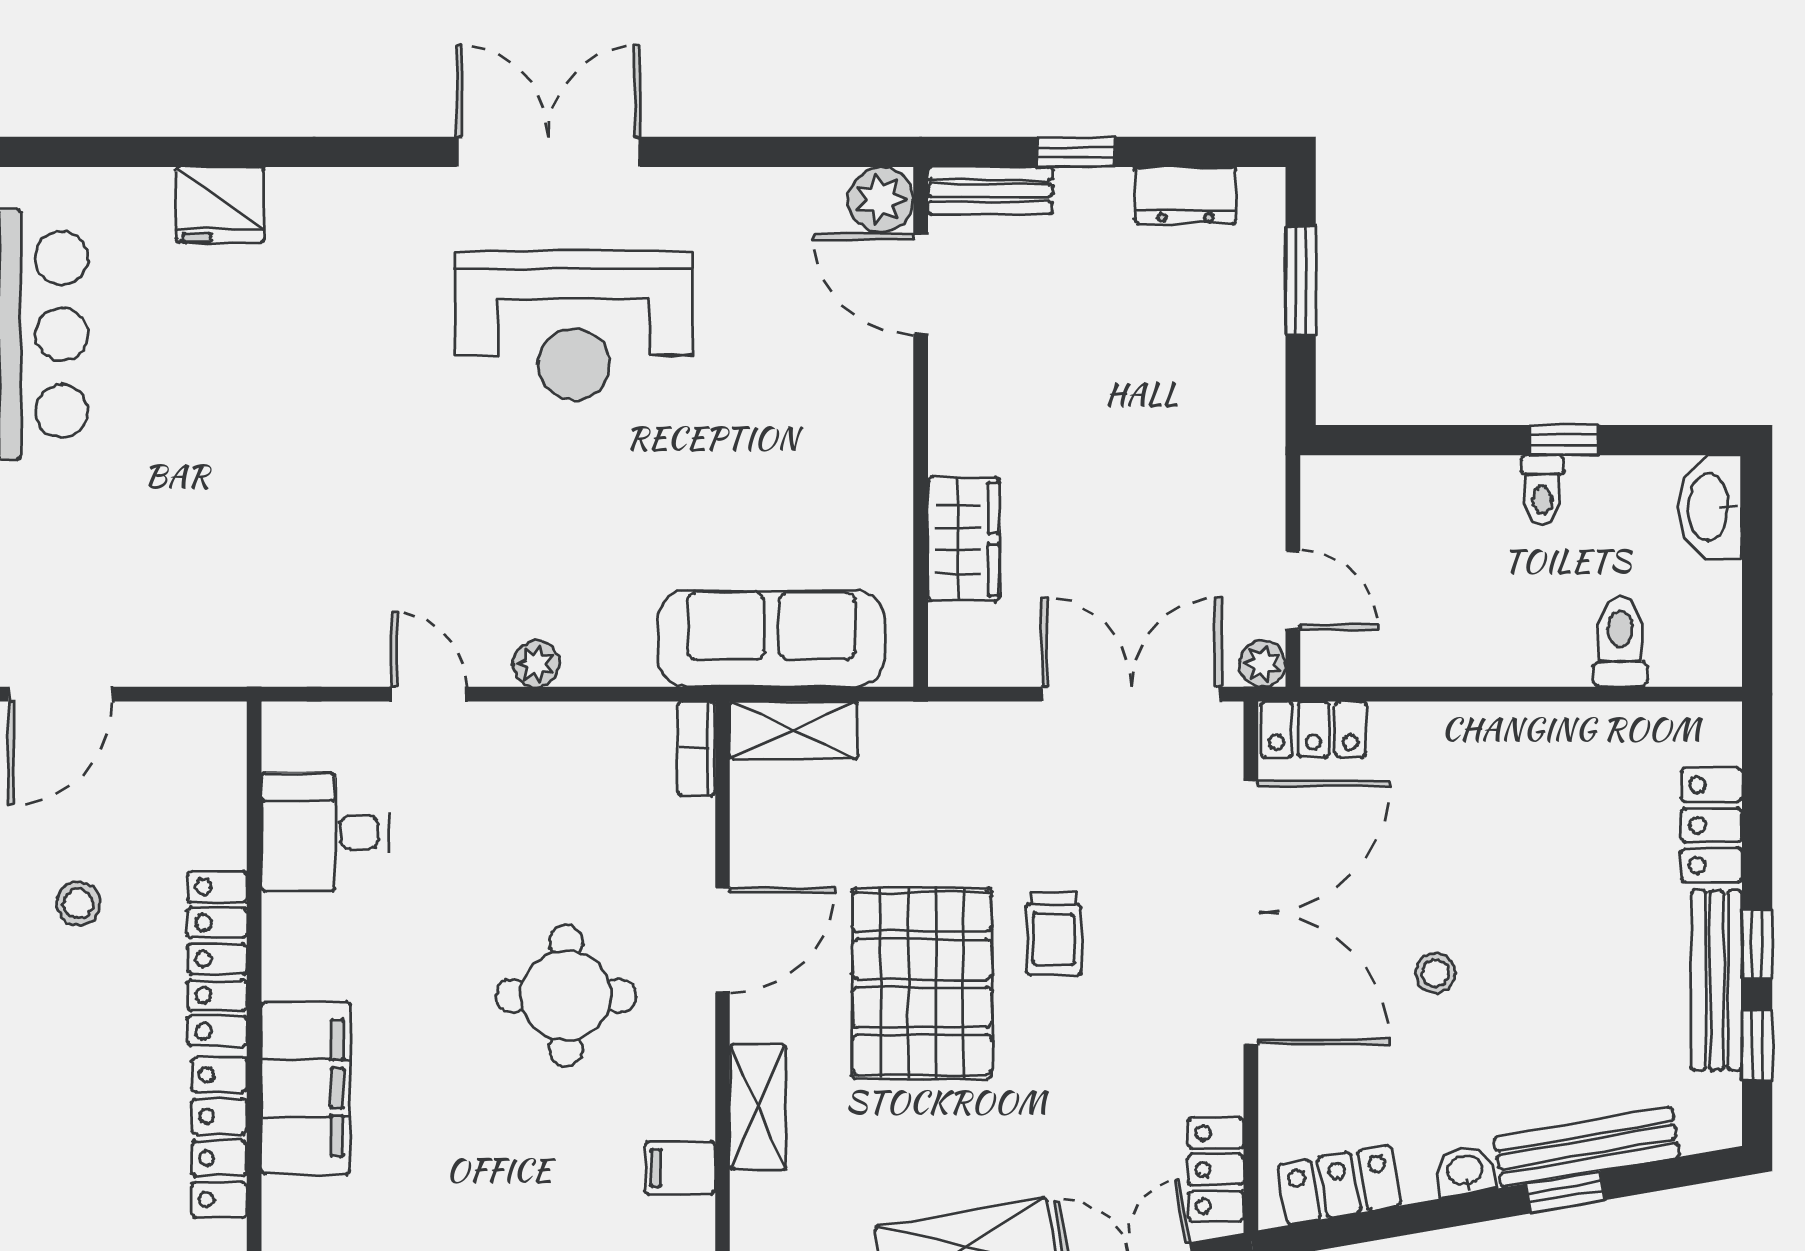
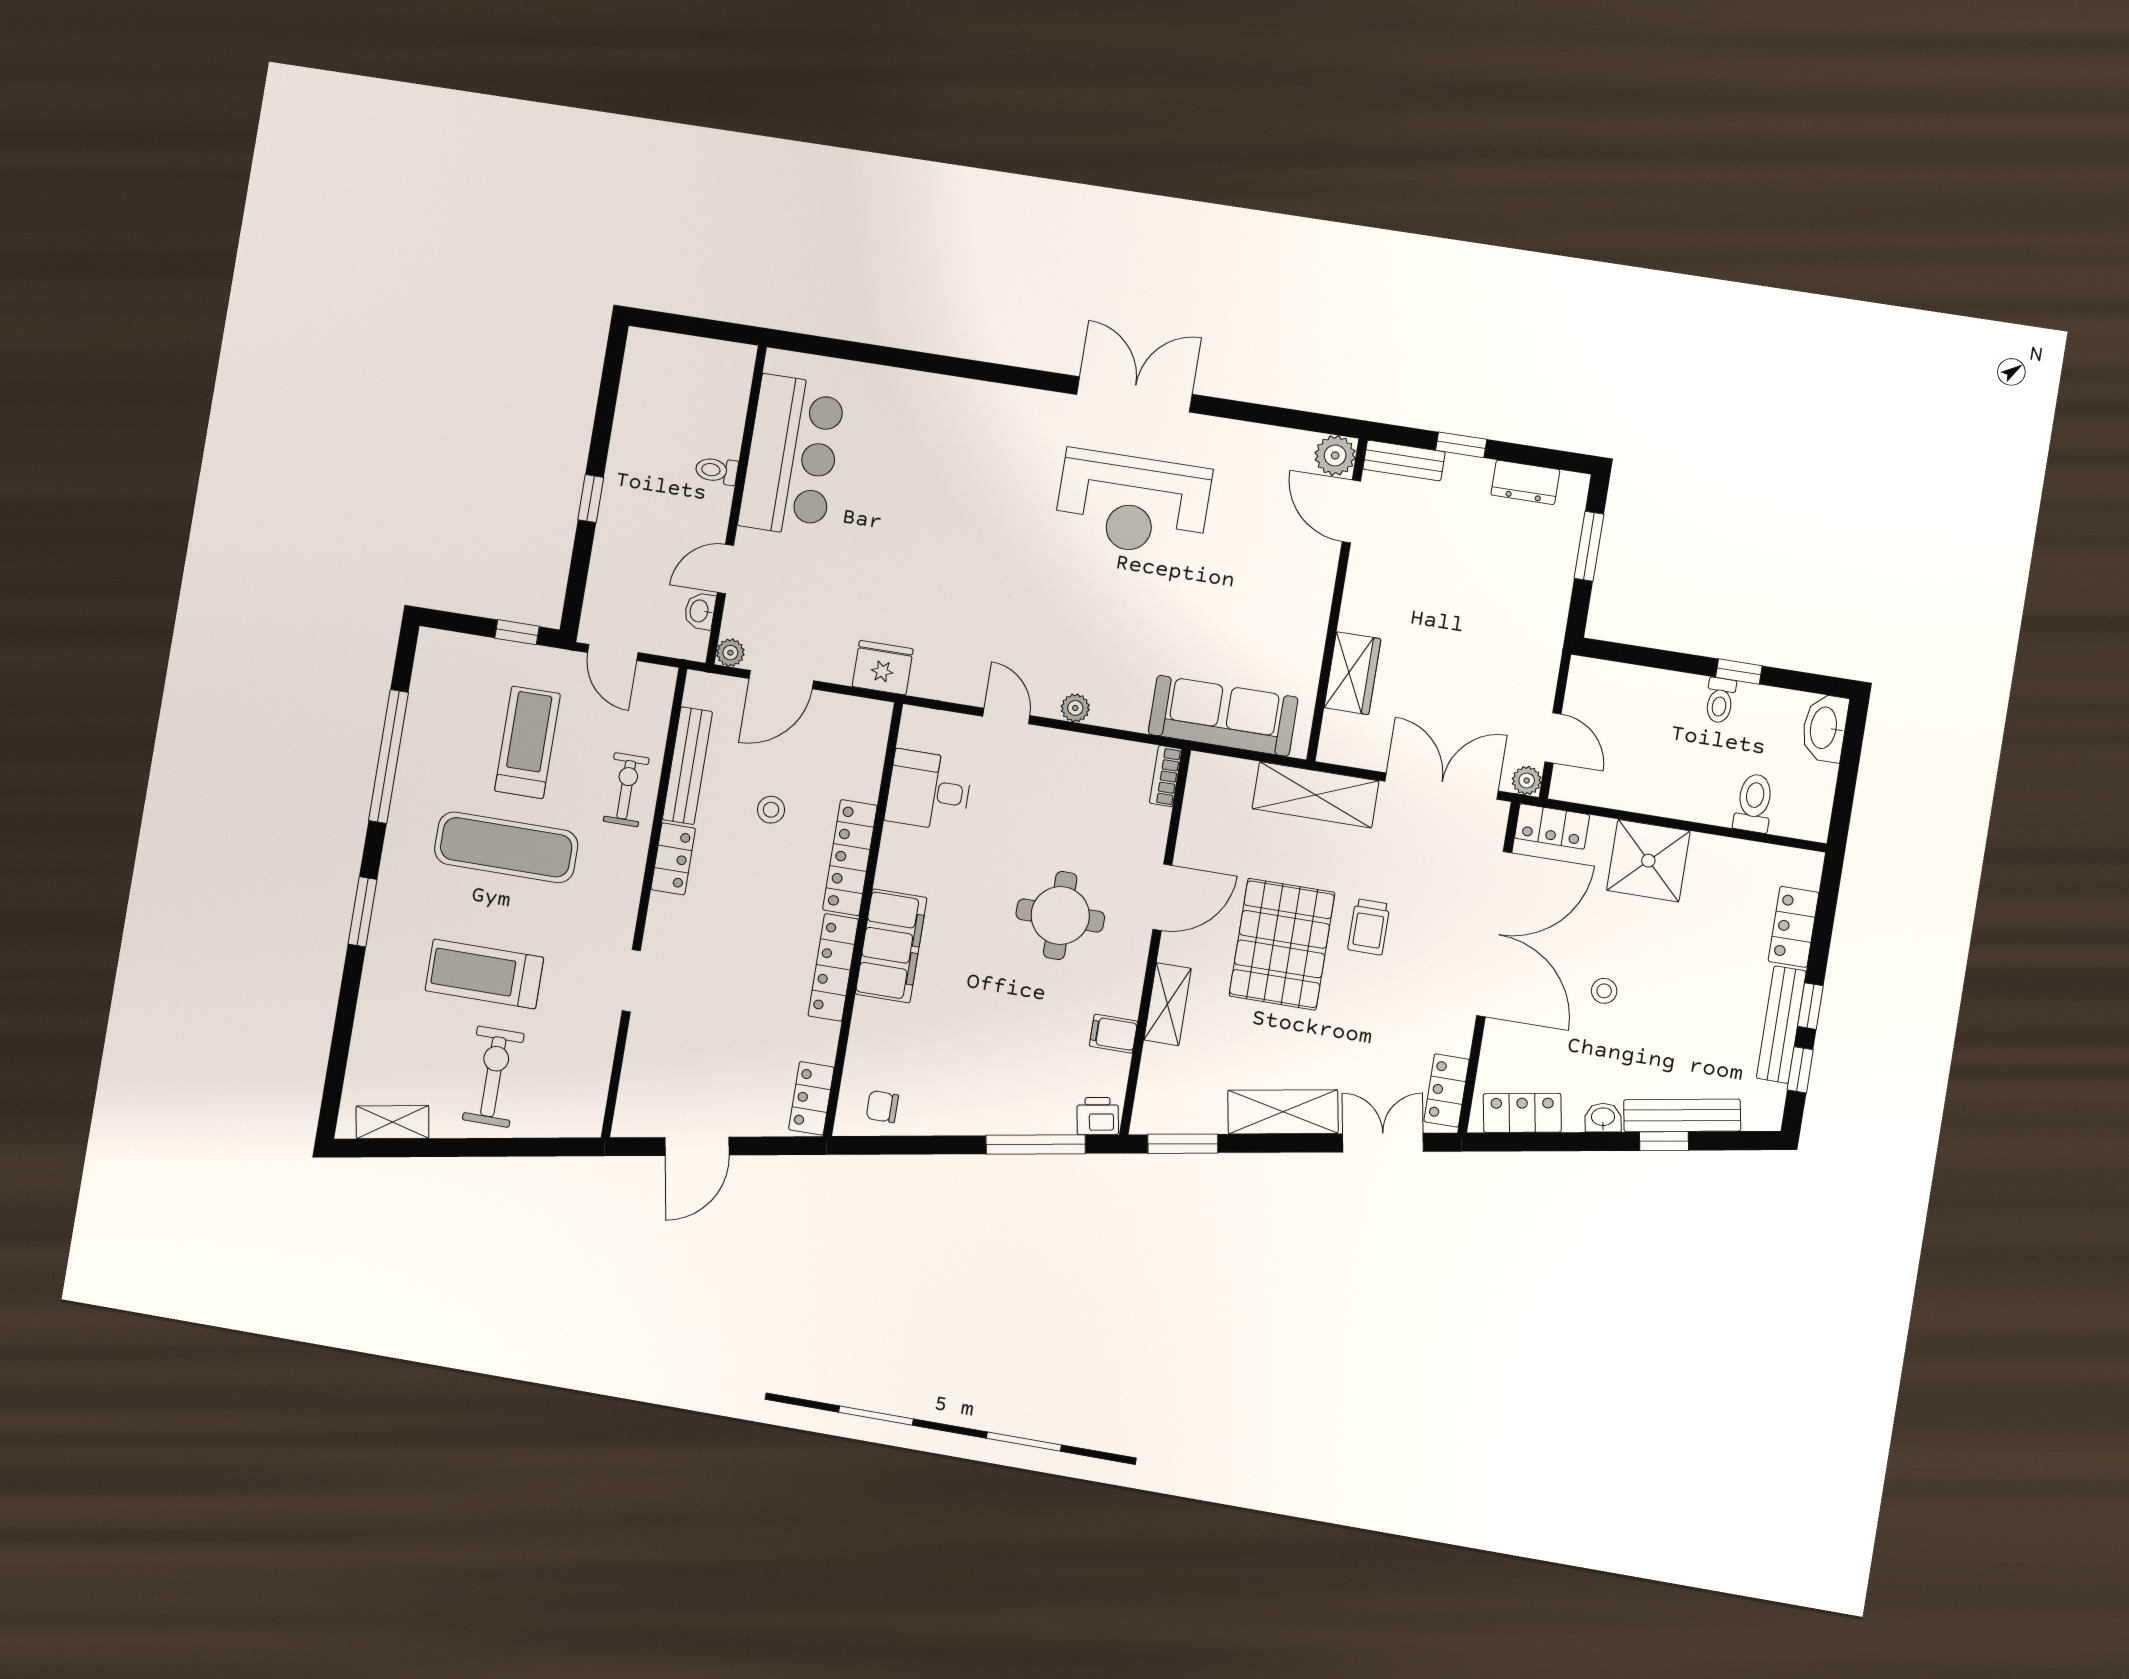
fridge: (220, 205) -> (883, 668), moved, turned 180
shelving: (794, 730) -> (1315, 795), moved, width x1.50, depth x1.33
shower: (1471, 758) -> (1648, 861), added

